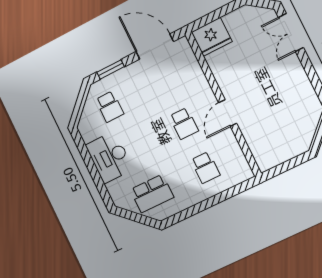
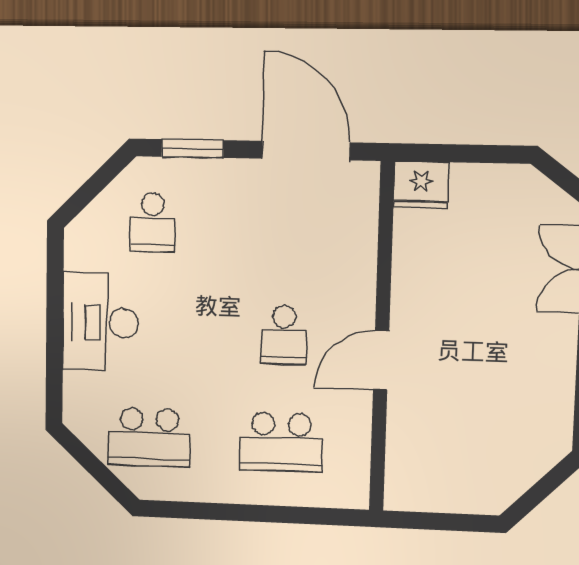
fridge: (212, 37) -> (421, 185), width x0.73, depth x0.75
school desk: (205, 167) -> (281, 442), width x1.85

